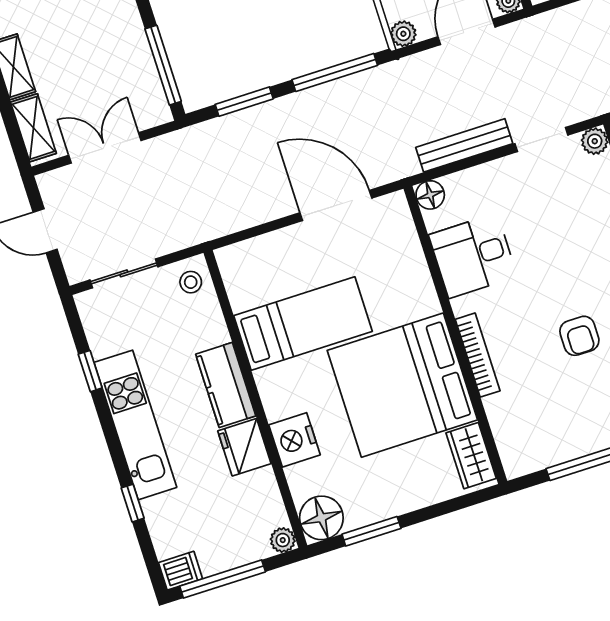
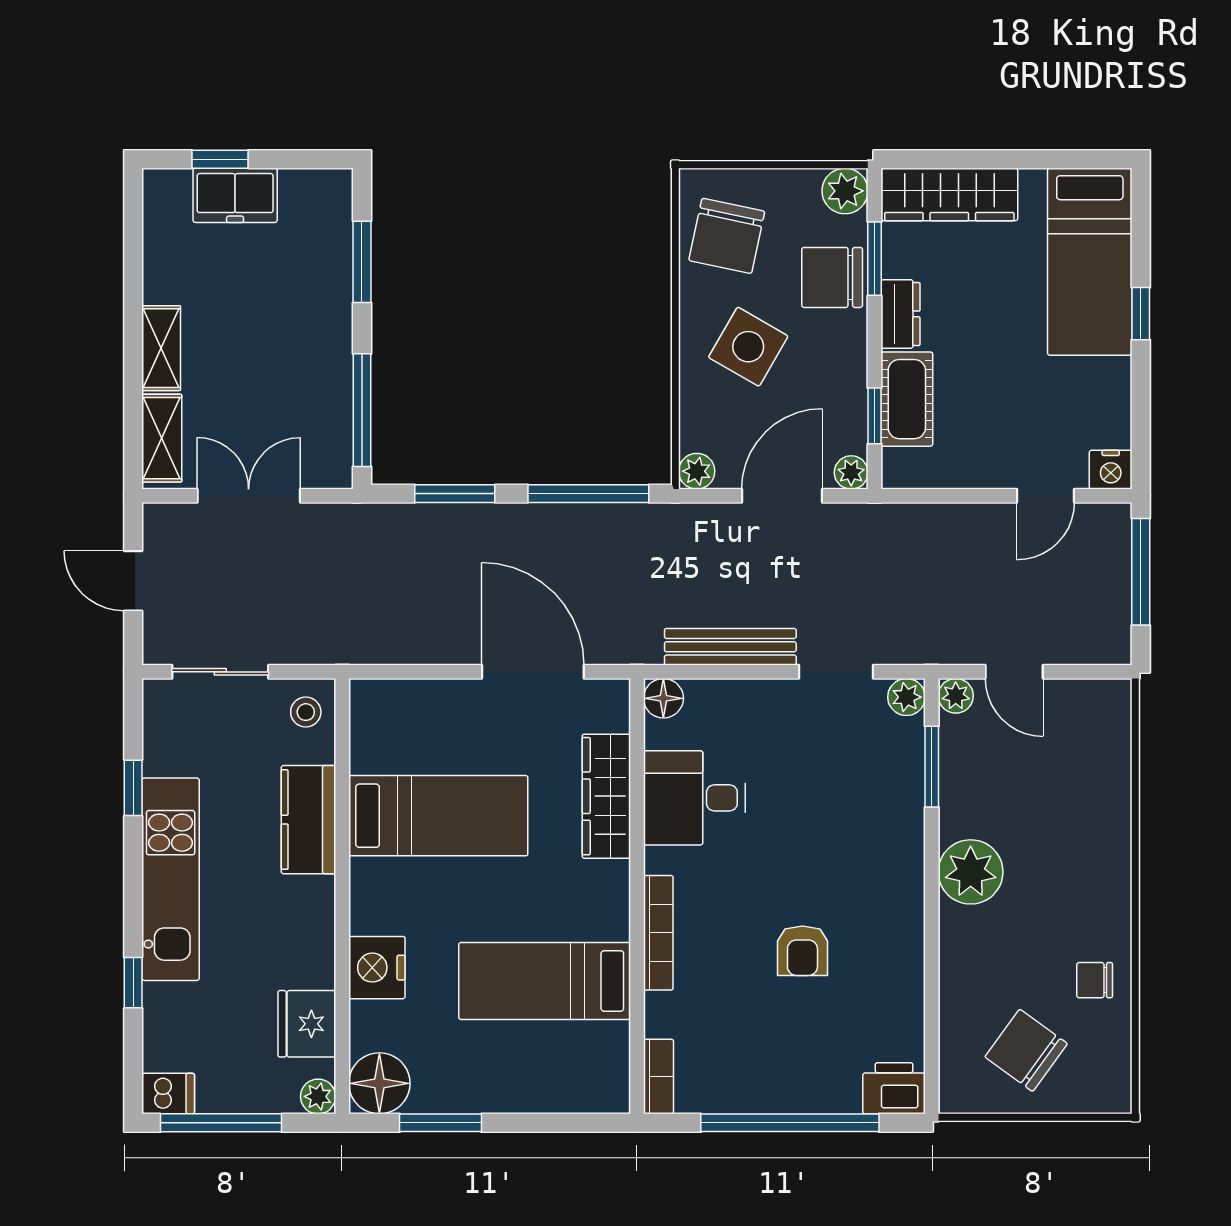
kitchen counter: (226, 385) -> (308, 820), moved
bed: (402, 385) -> (545, 981), width x0.49
fridge: (244, 447) -> (307, 1024), moved
bookcase: (509, 452) -> (658, 1077), added
wardrobe: (471, 456) -> (606, 796), moved, width x1.50

